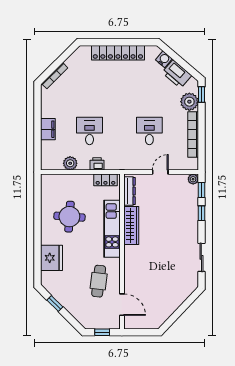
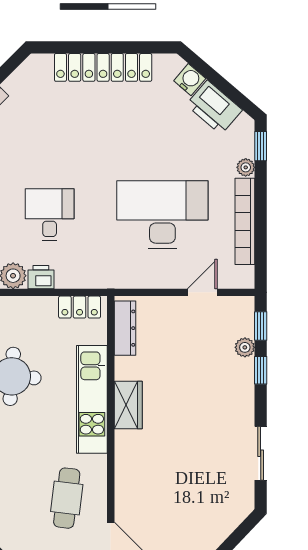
plant: (189, 102) -> (246, 167), width x0.53, depth x0.53
desk: (149, 131) -> (162, 215), width x1.87, depth x1.30
printer: (97, 164) -> (41, 277), moved
door: (160, 172) -> (202, 292), moved
plant: (193, 179) -> (245, 347), moved
wardrobe: (131, 225) -> (128, 405), width x0.67

